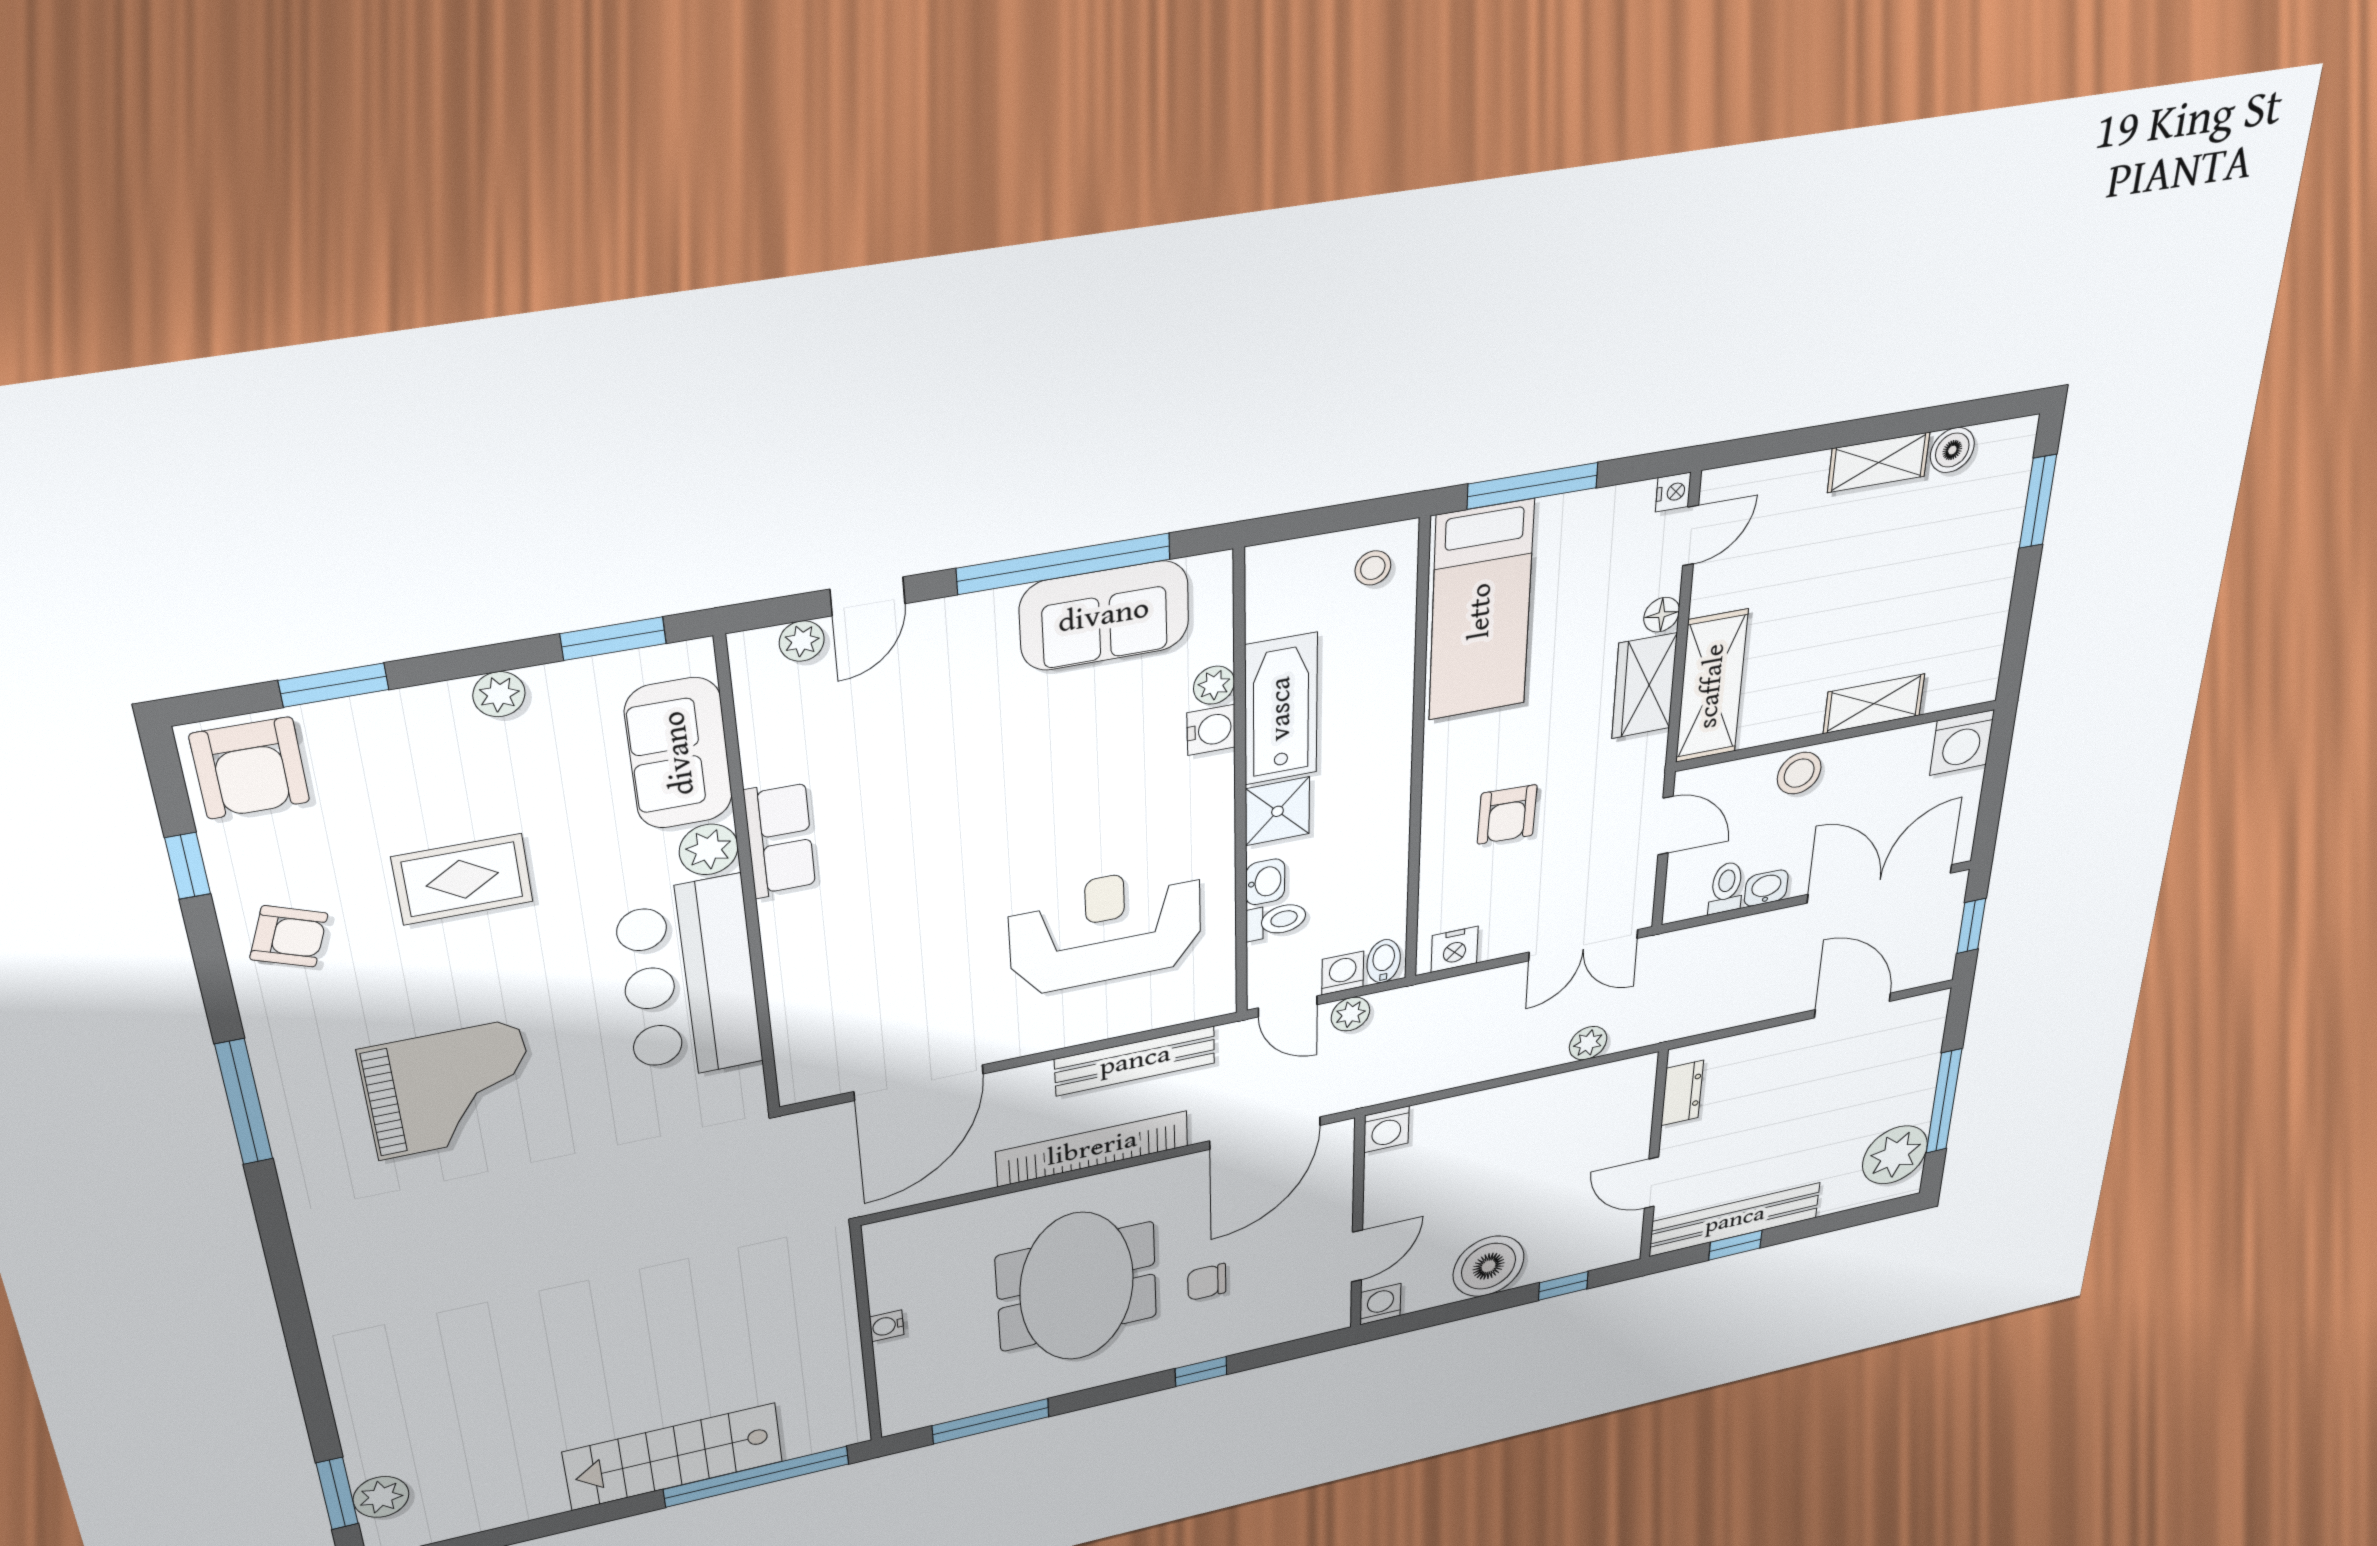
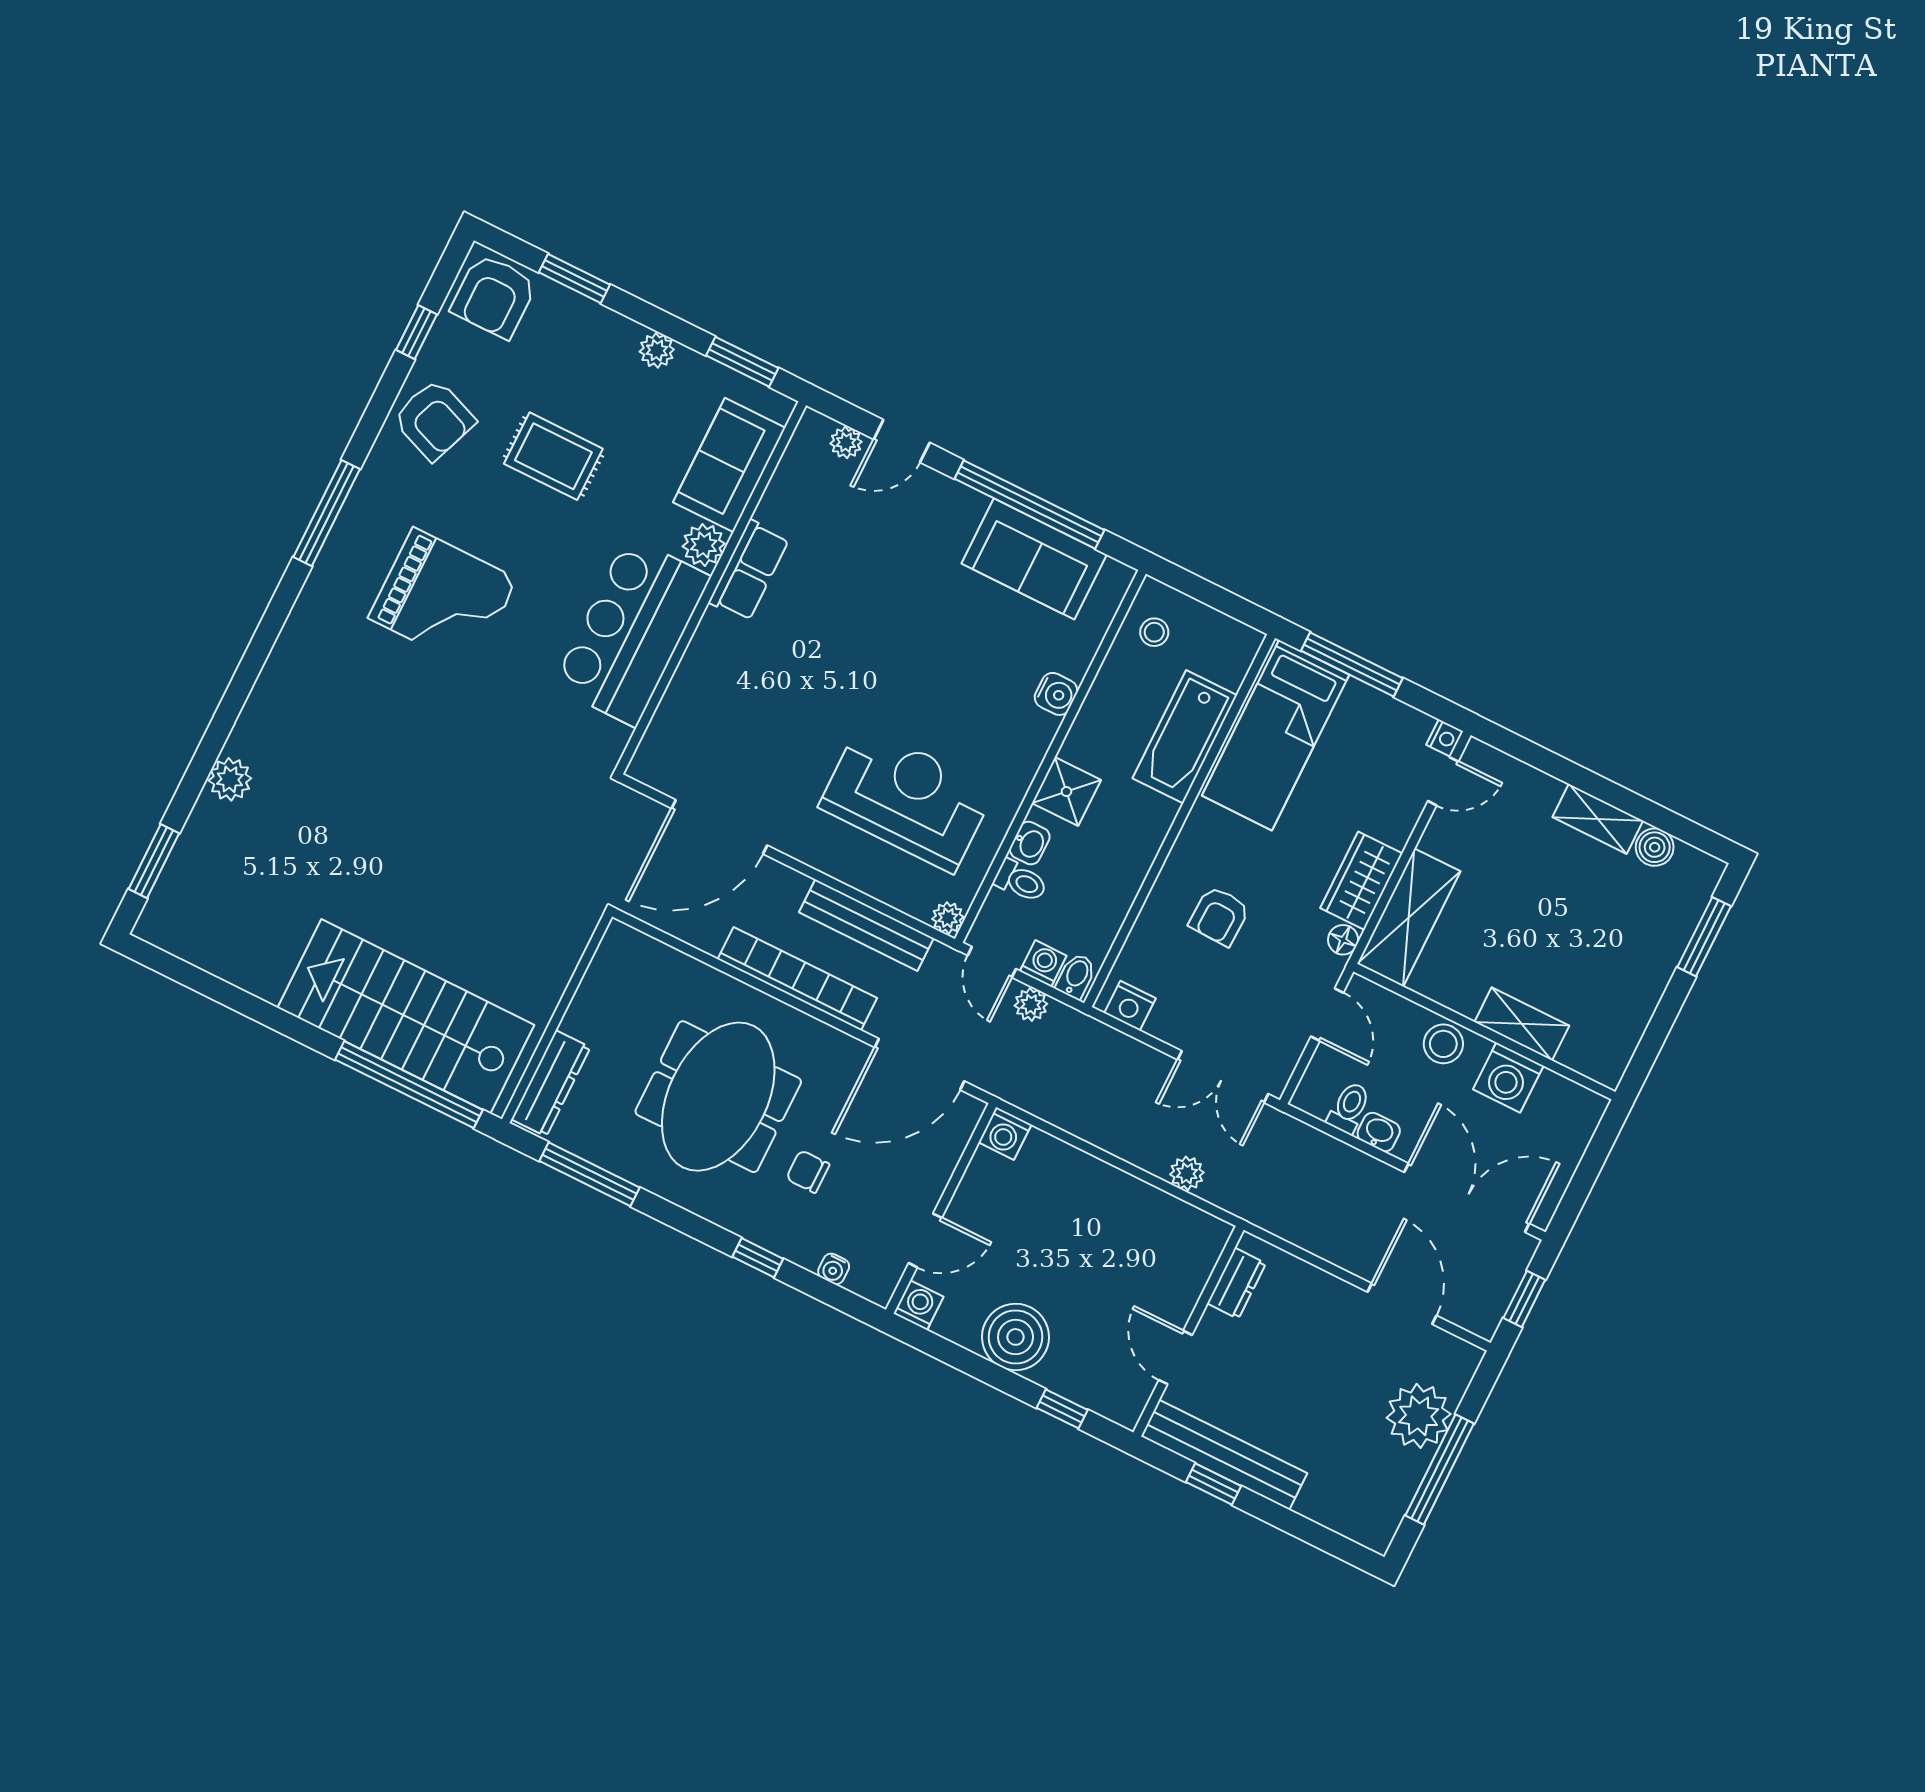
stool: (1373, 568) -> (1154, 632), moved
floor lamp: (1662, 615) -> (1343, 940), moved
plant: (1214, 685) -> (948, 918), moved
bathtub: (1281, 709) -> (1185, 737), moved, turned 180
washing machine: (1962, 743) -> (1508, 1078), moved
armchair: (289, 936) -> (434, 420), width x1.38, depth x1.38
plant: (1895, 1155) -> (1419, 1416), moved
water cooler: (887, 1326) -> (834, 1269), moved, turned -90
dresser: (899, 1385) -> (551, 1083), added
stairs: (674, 1457) -> (406, 1016), width x1.36, depth x1.51
plant: (381, 1497) -> (230, 779), moved

